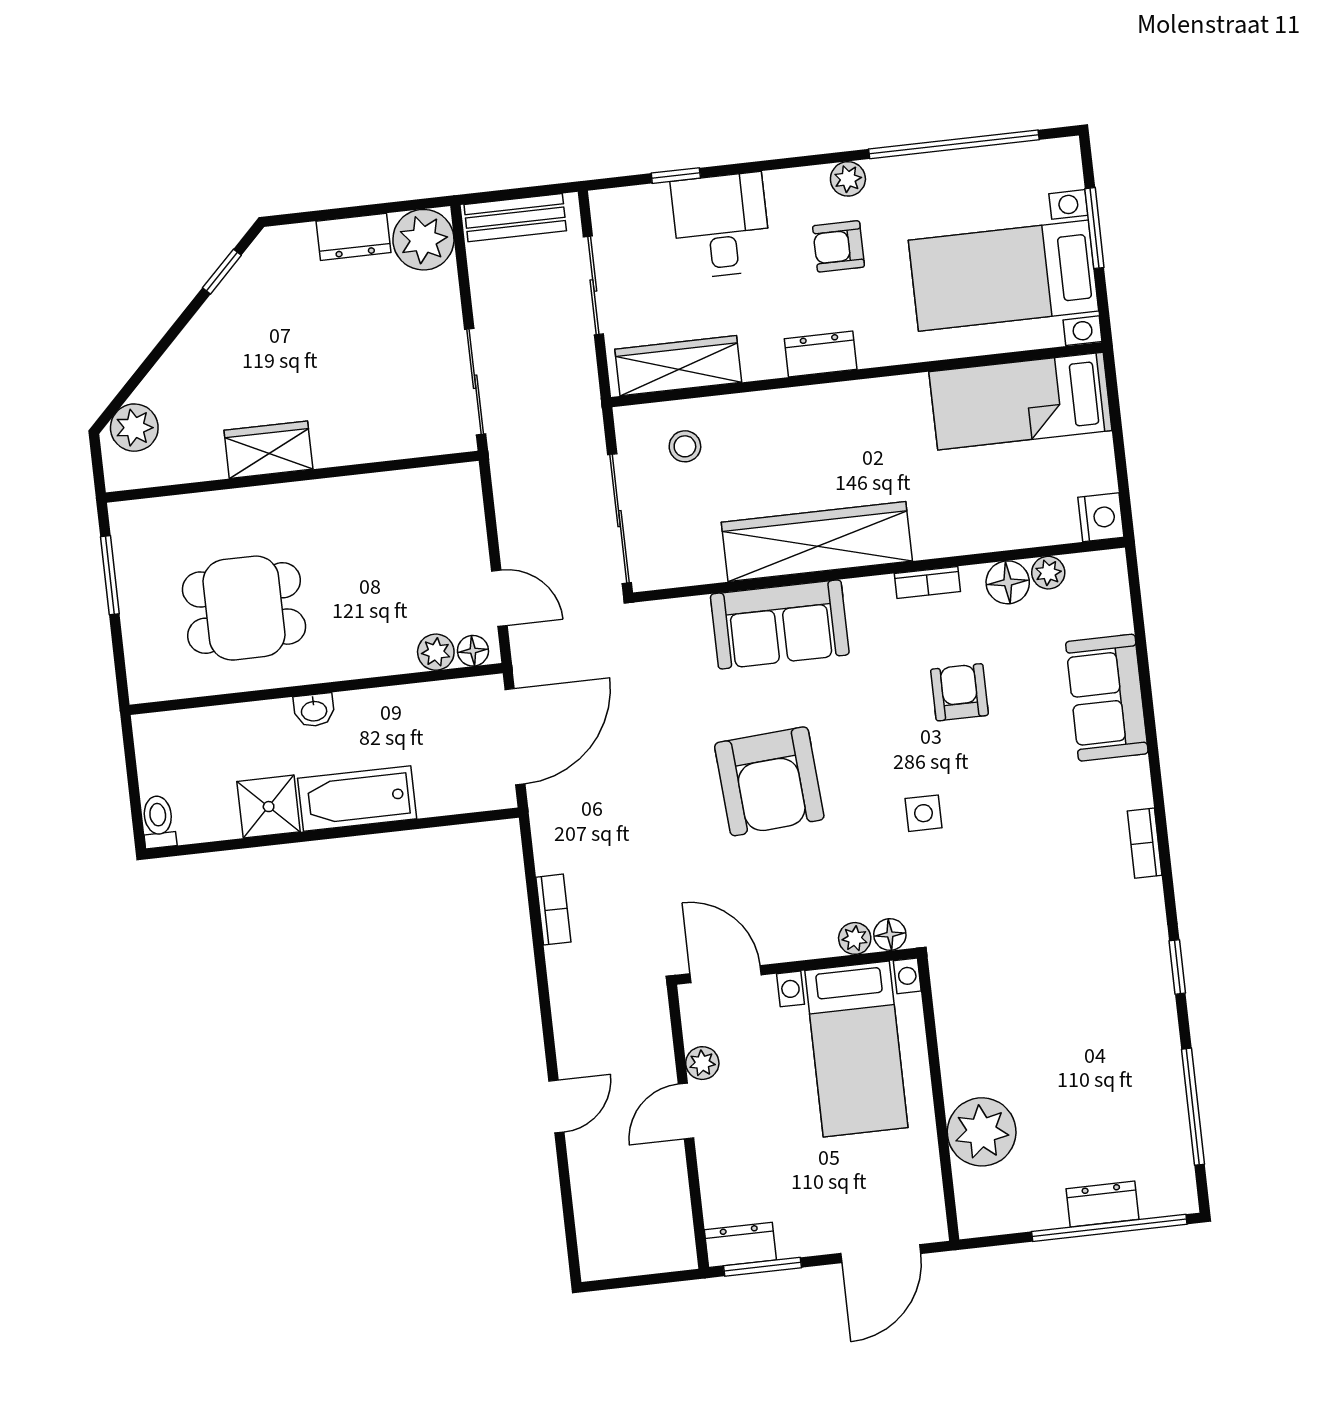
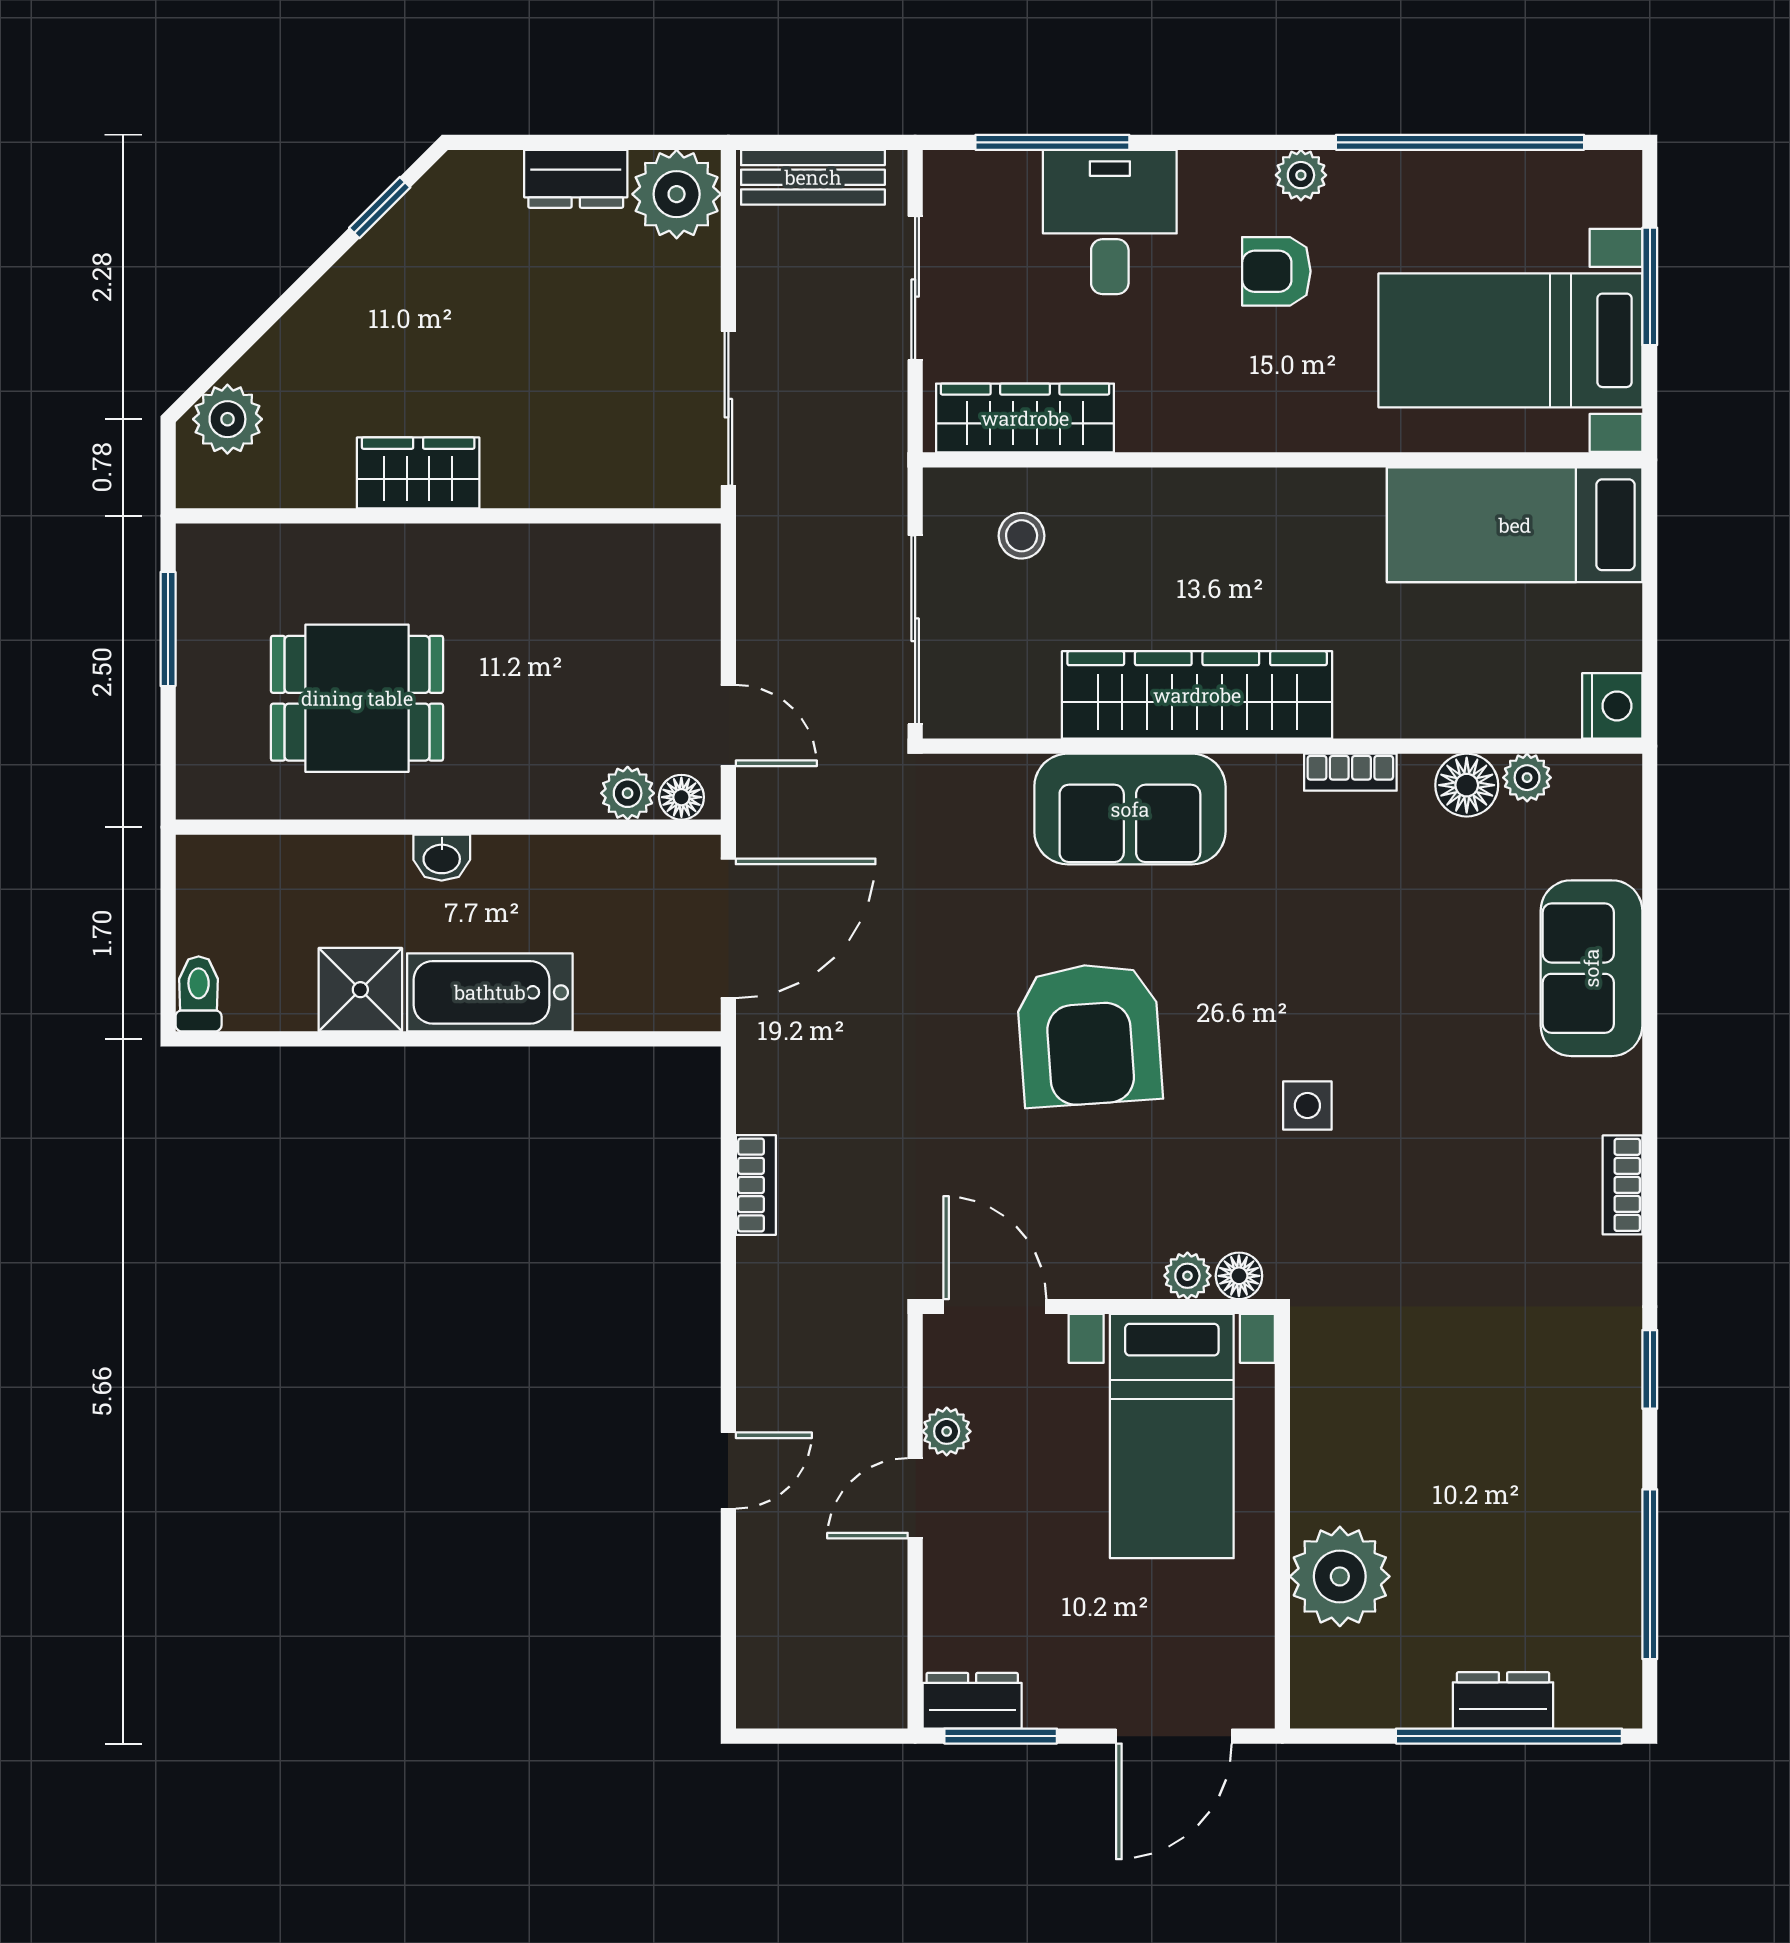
window: (676, 176) -> (1052, 142), width x2.17
dresser: (821, 354) -> (1233, 424), removed
armchair: (959, 692) -> (1379, 936), removed

